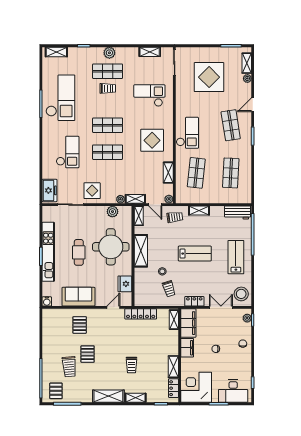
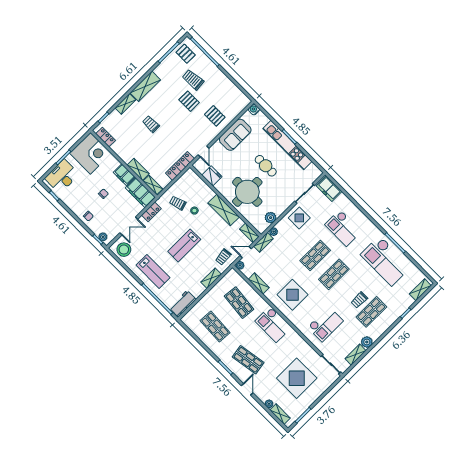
plant: (109, 53) -> (367, 342), moved
shelving: (173, 367) -> (138, 169), moved

